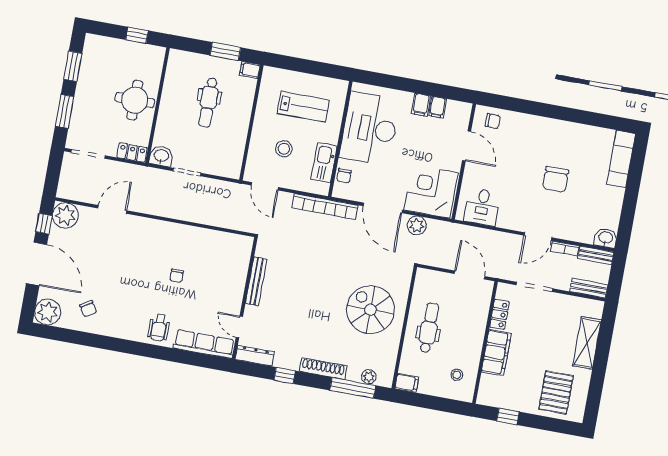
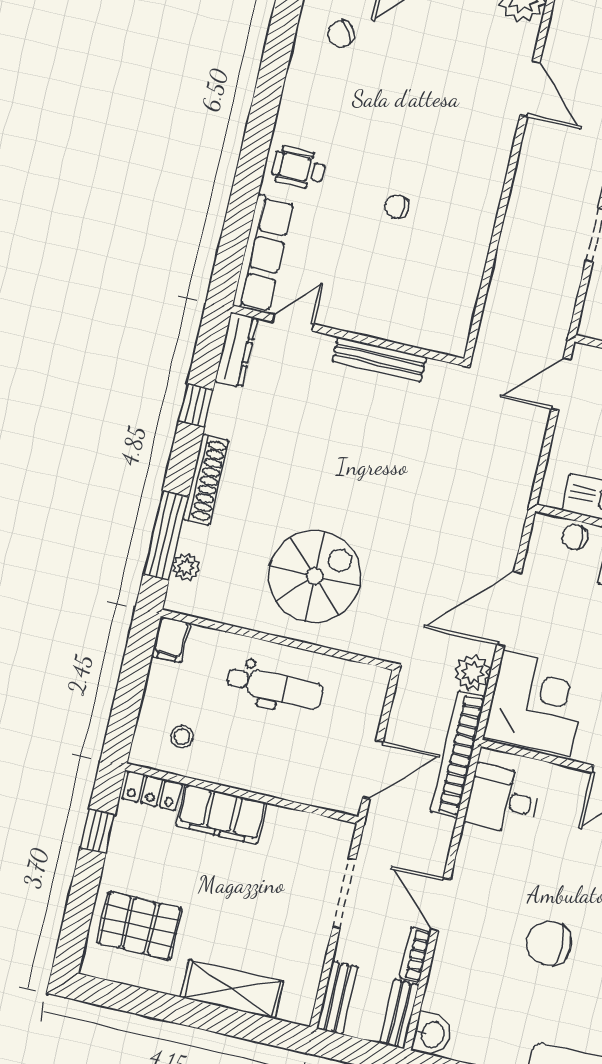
bookcase: (325, 207) -> (458, 754), moved
locker: (499, 314) -> (152, 791), moved

